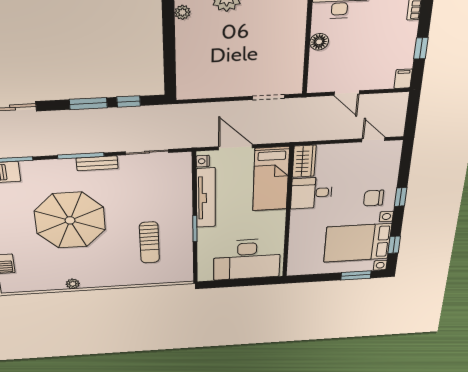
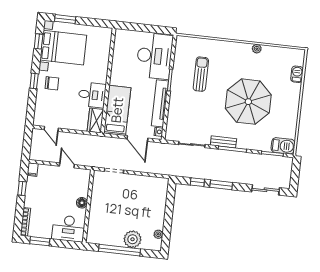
desk: (247, 259) -> (154, 56), moved, turned 90

